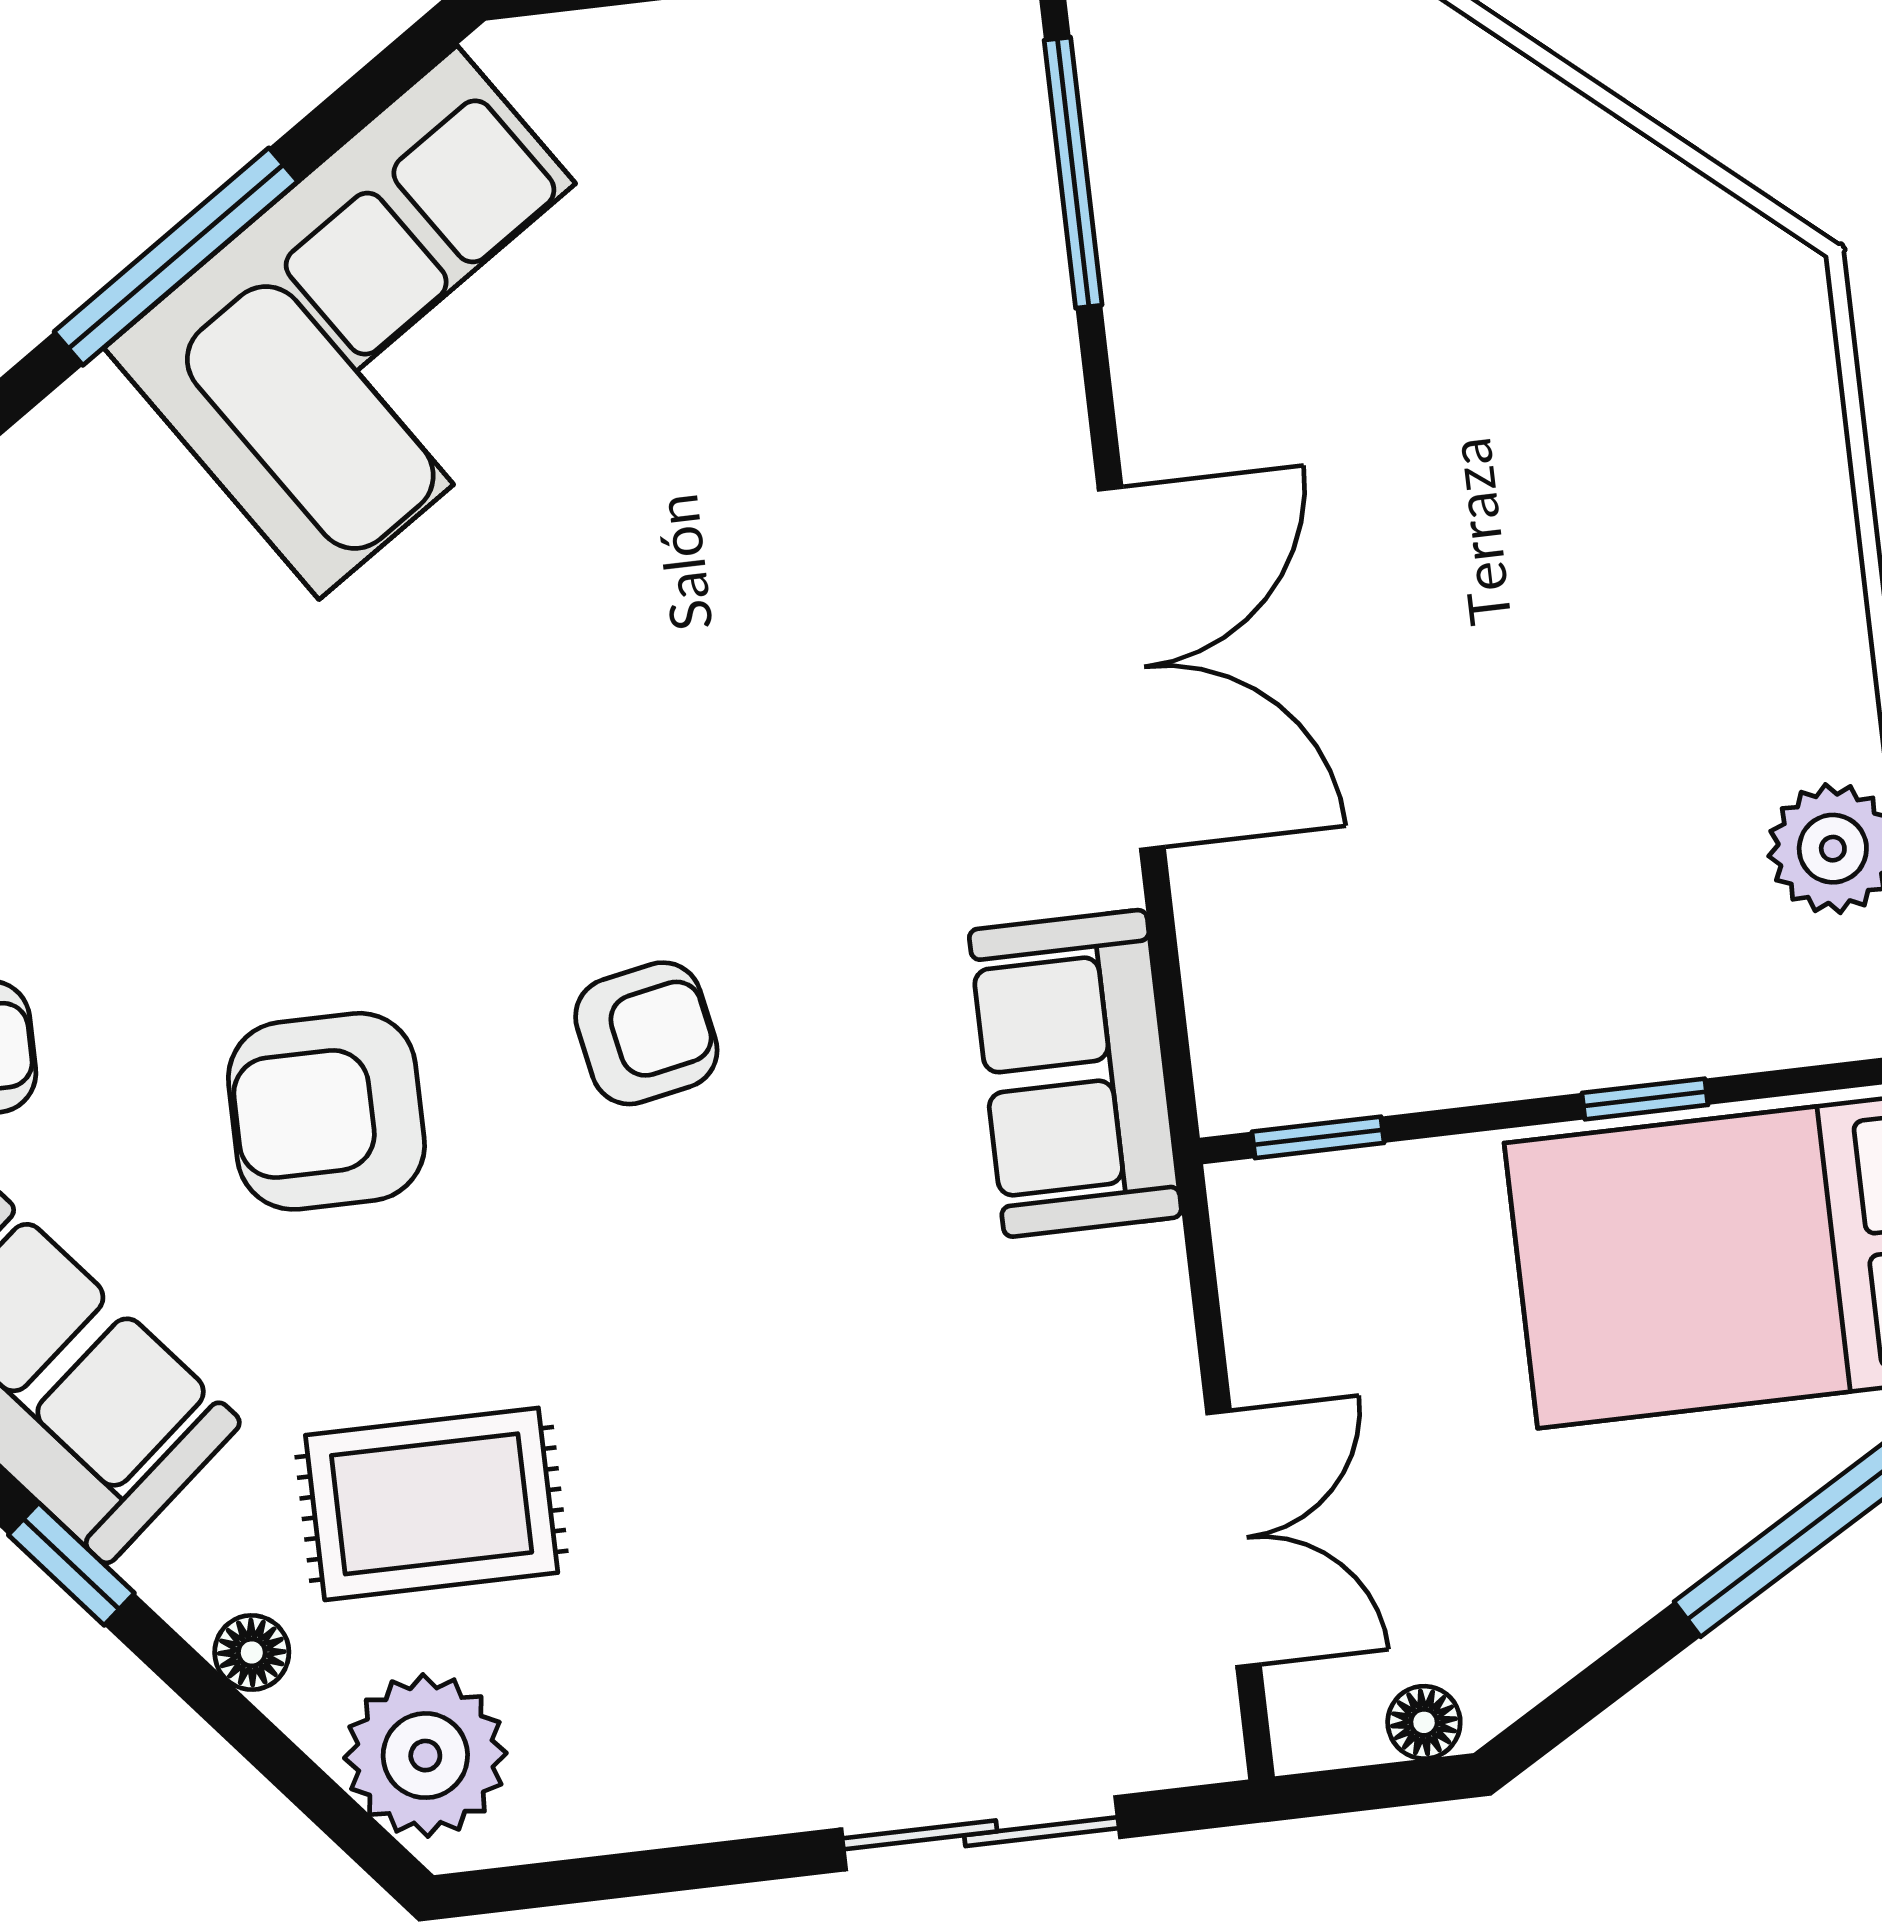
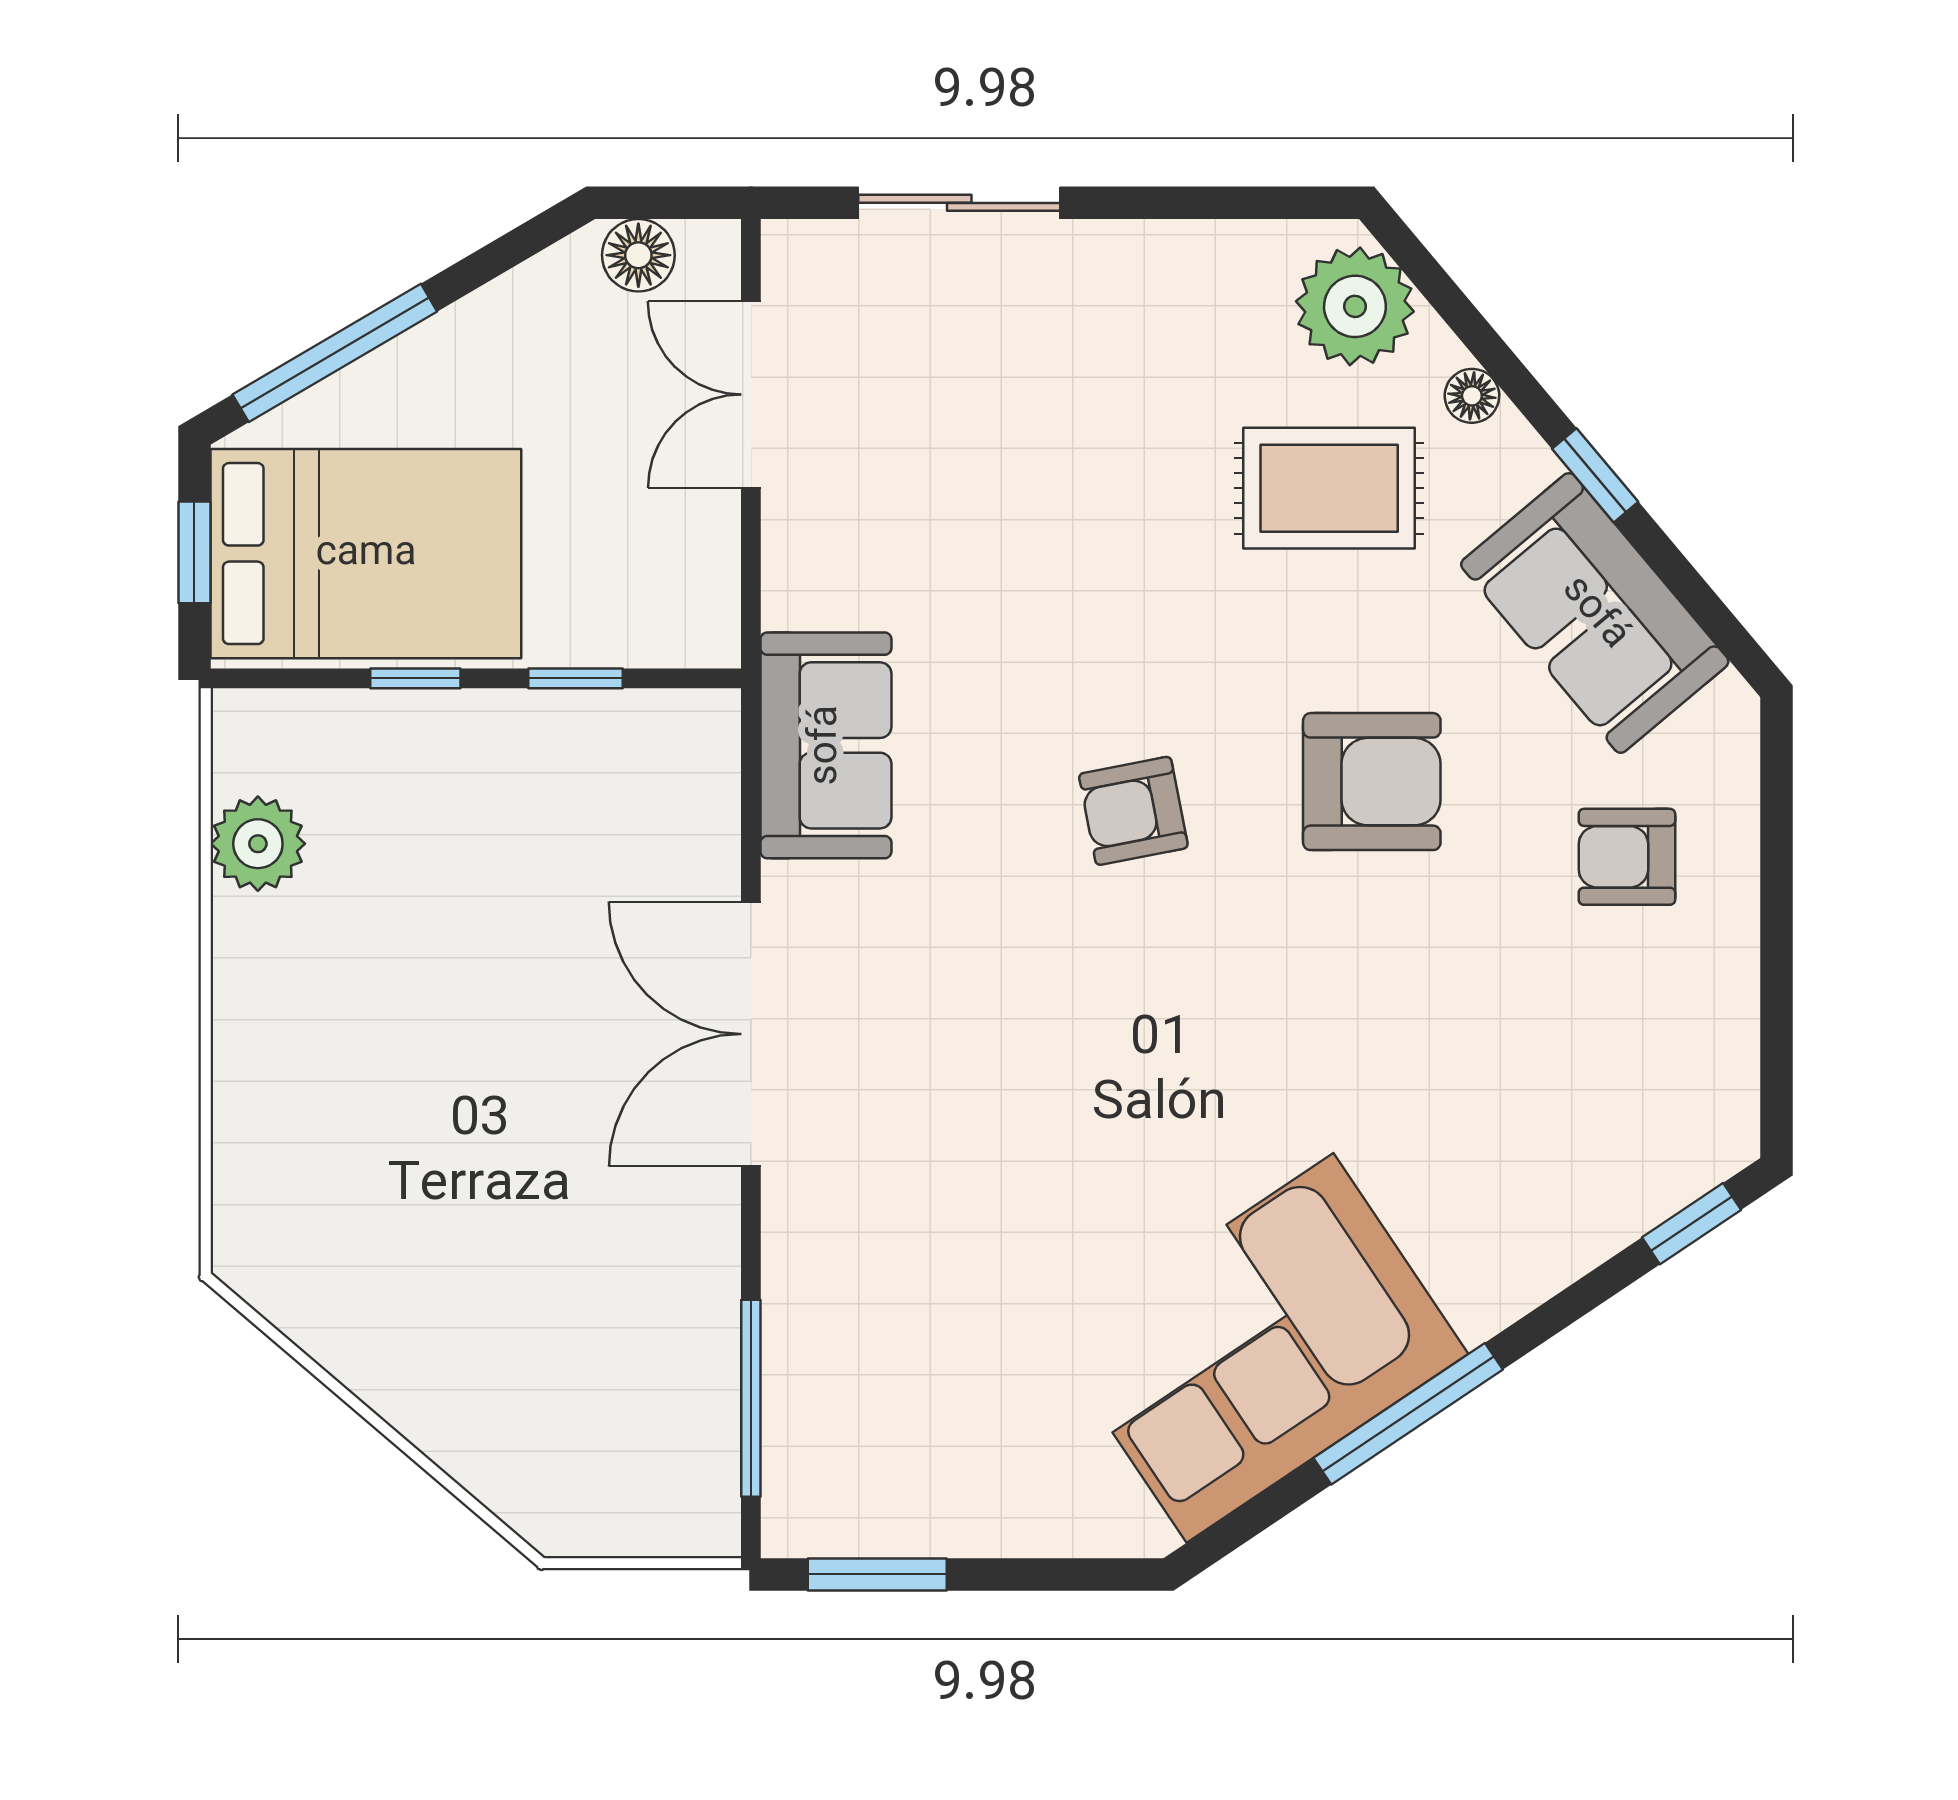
window: (1318, 1137) -> (576, 678), moved
floor lamp: (1424, 1722) -> (638, 255), width x1.37, depth x1.37

